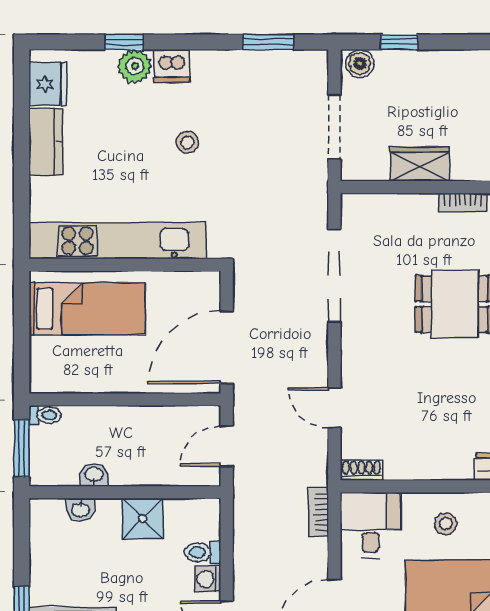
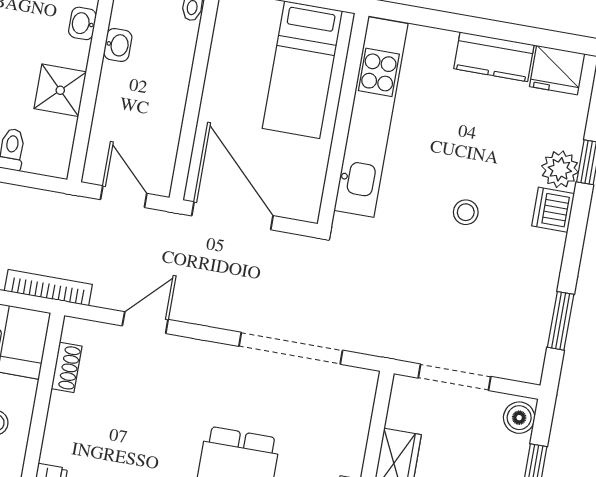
shoe rack: (361, 470) -> (67, 367), moved
bookcase: (318, 512) -> (48, 288), width x1.56

